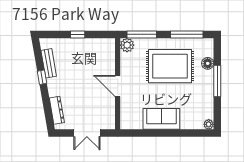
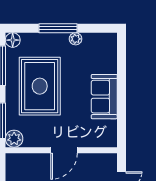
floor lamp: (208, 63) -> (13, 40), moved
plant: (209, 124) -> (76, 39), moved

